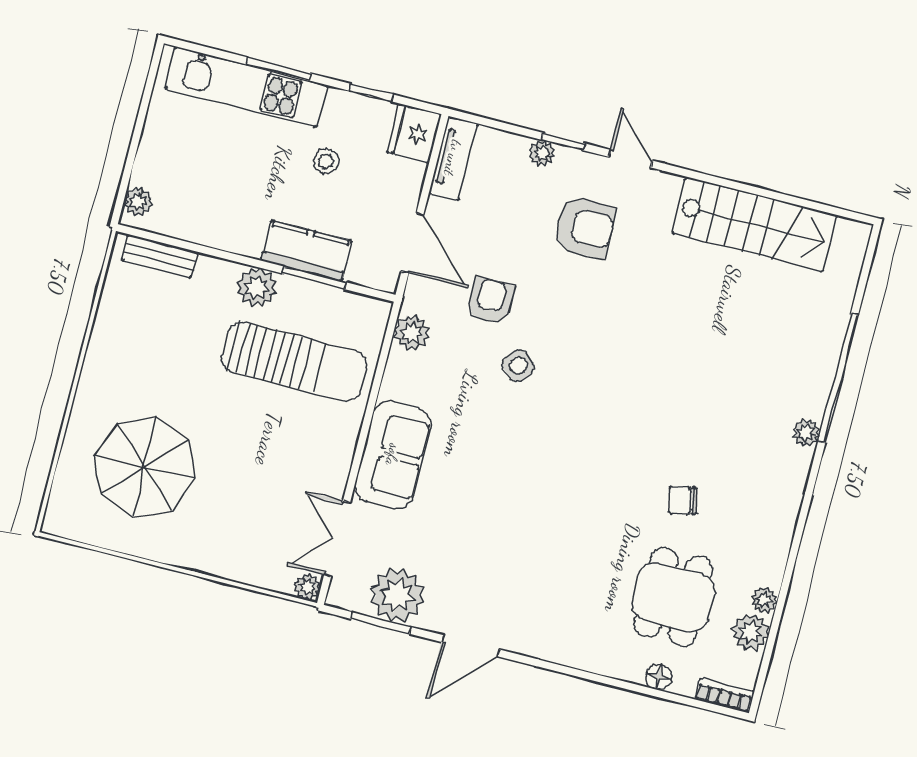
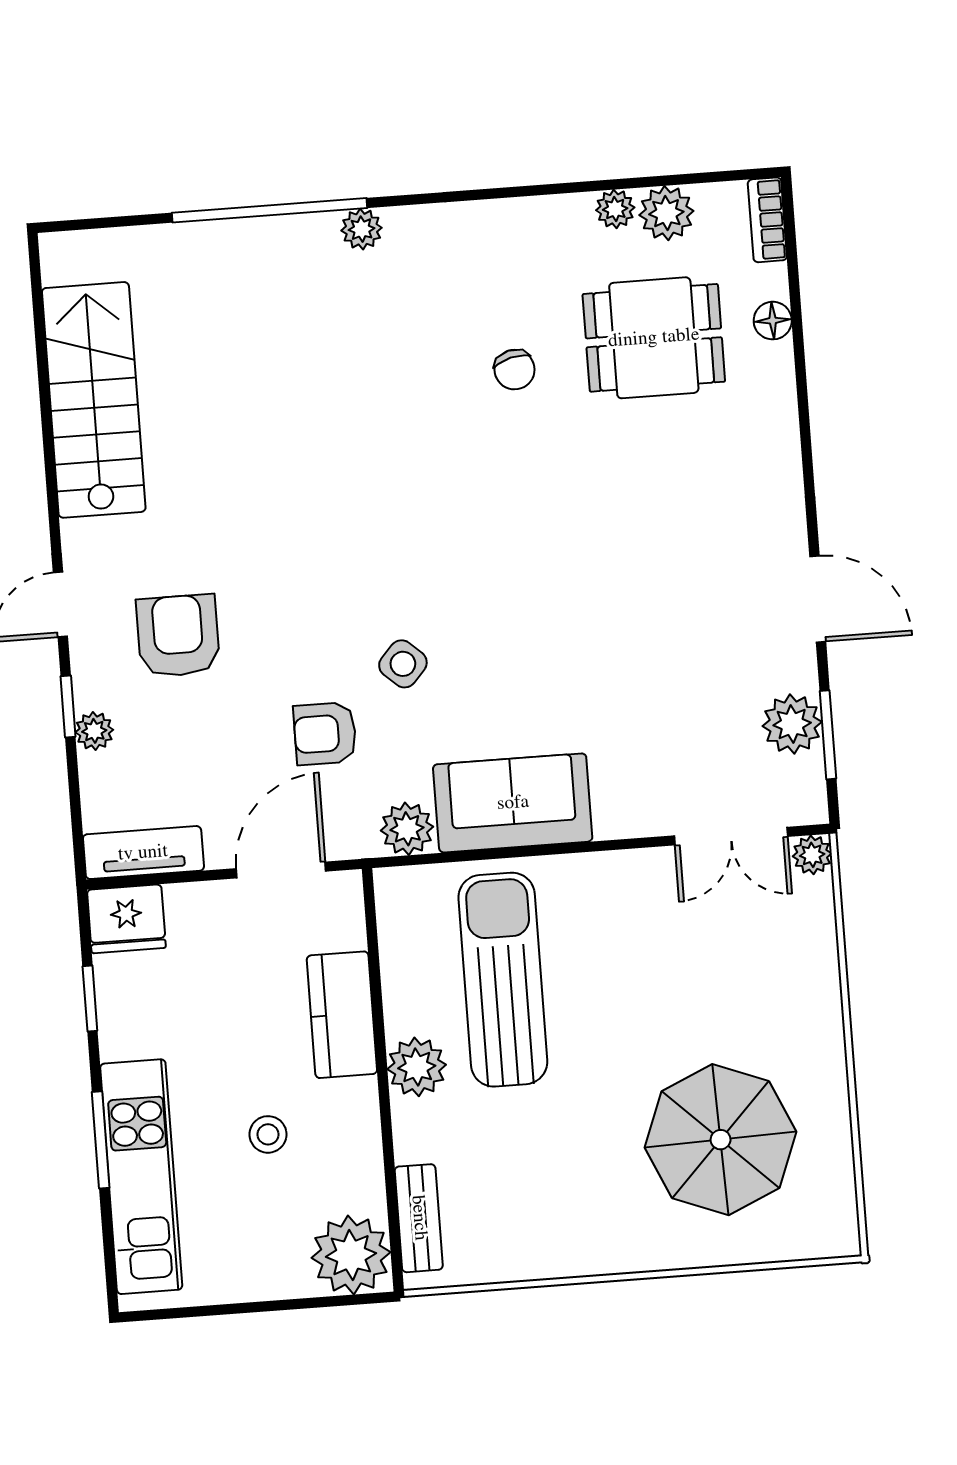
stool: (326, 161) -> (268, 1134), moved
plant: (138, 202) -> (351, 1255), width x1.88, depth x1.88
window: (314, 278) -> (376, 991), removed
sofa: (393, 455) -> (513, 803), moved
plant: (398, 595) -> (792, 724), width x0.73, depth x0.73

